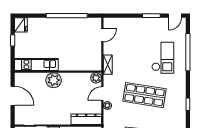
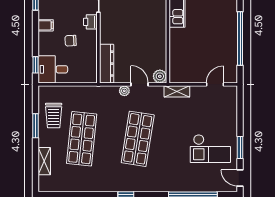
door: (102, 35) -> (215, 84), swing flipped
checkout: (163, 58) -> (210, 149), moved
plant: (54, 80) -> (157, 22), removed

